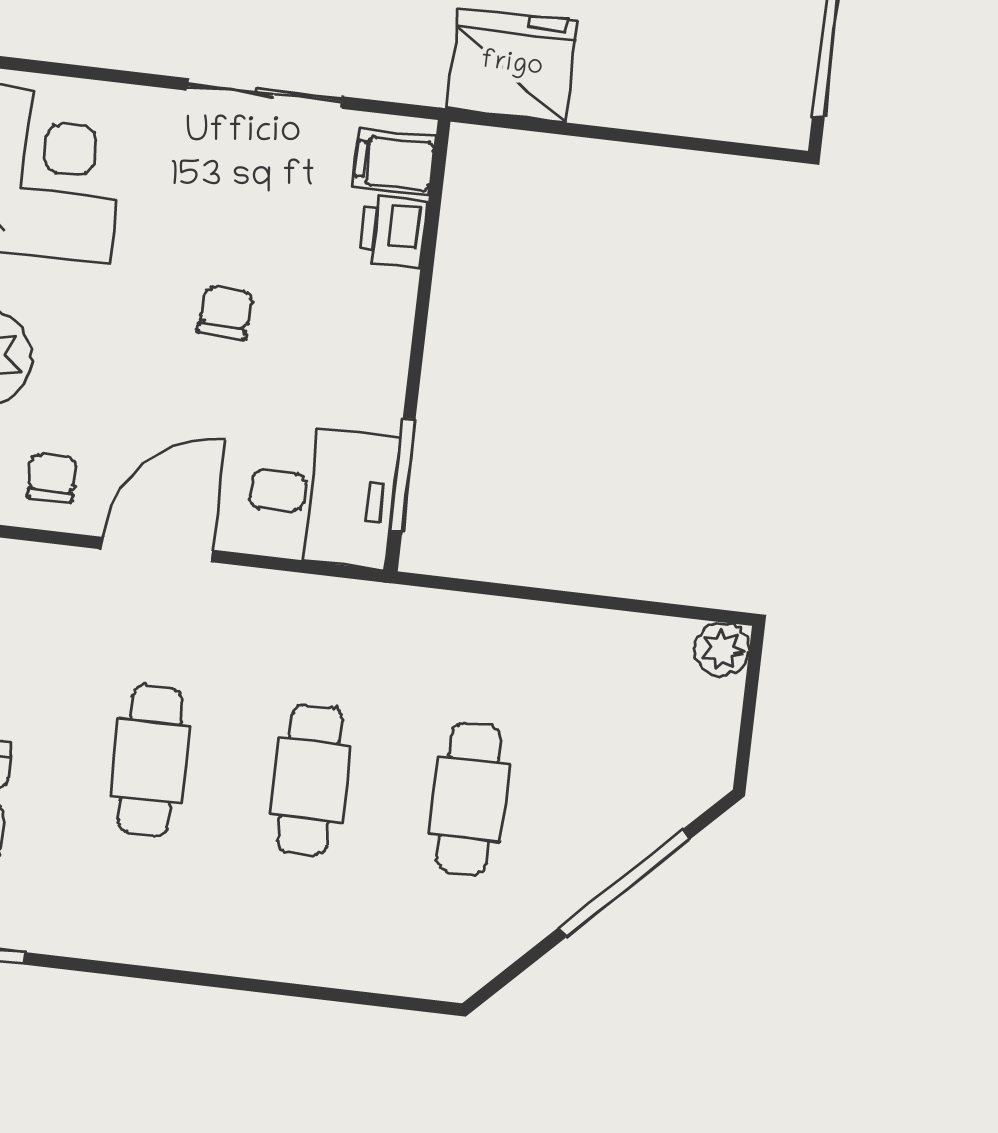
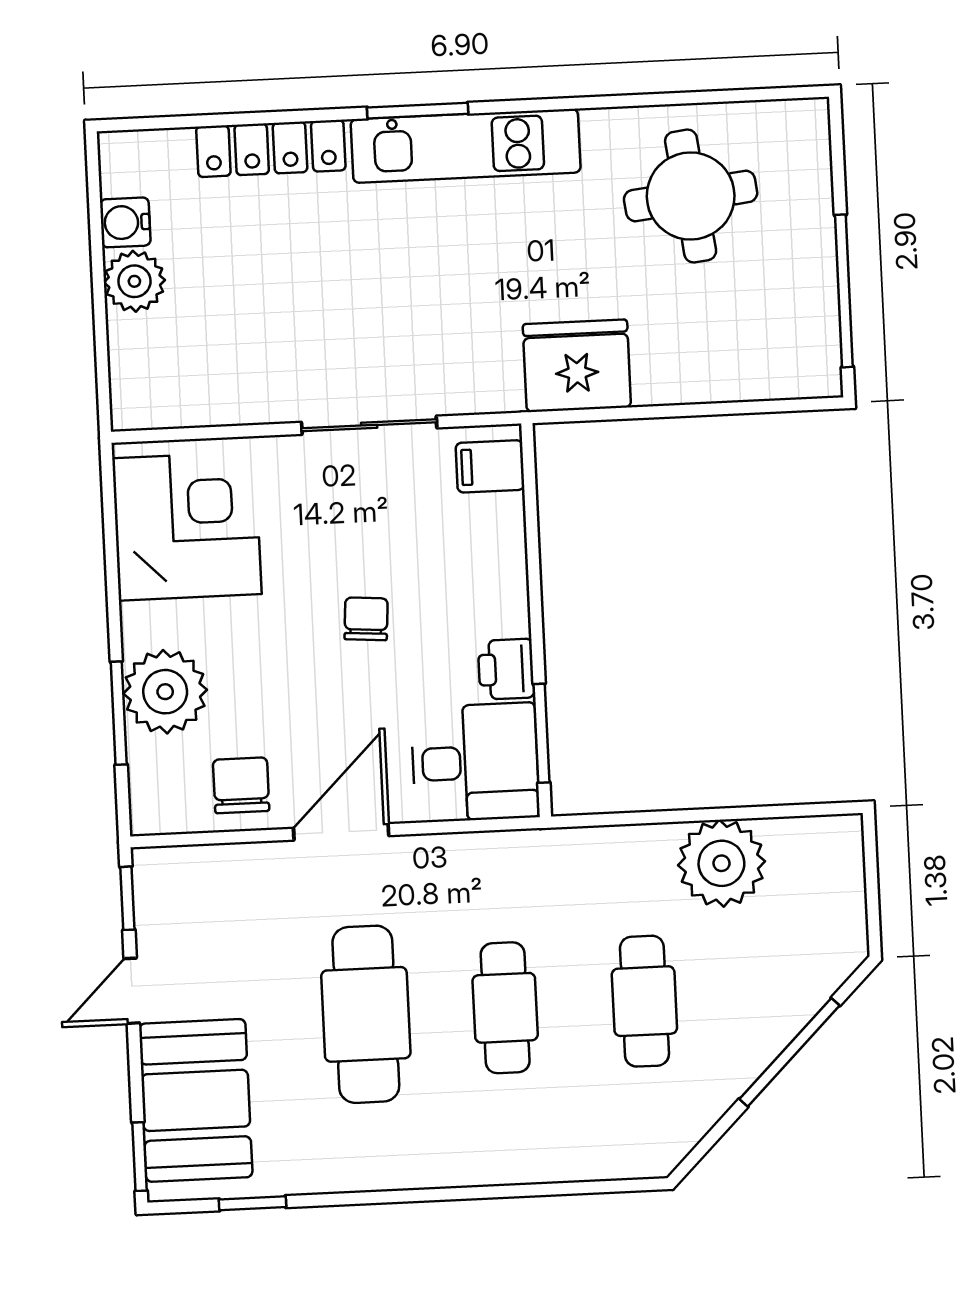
printer: (394, 231) -> (506, 669), moved
chair: (52, 478) -> (241, 785), width x1.37, depth x1.37
plant: (722, 649) -> (721, 863), moved, width x1.88, depth x1.88
cafe table: (150, 761) -> (366, 1014), width x1.37, depth x1.35

